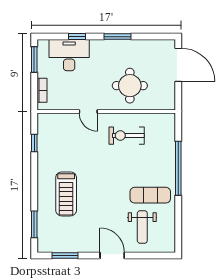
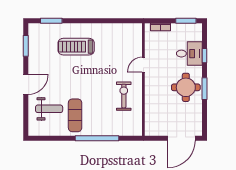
desk: (69, 55) -> (189, 54), width x0.73
round table: (130, 86) -> (186, 87), moved
window: (34, 143) -> (118, 21), removed
weight bench: (142, 227) -> (49, 109), turned 180

